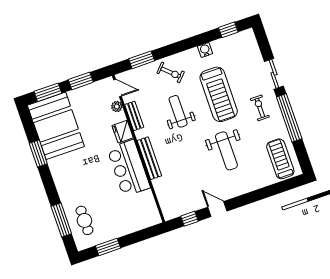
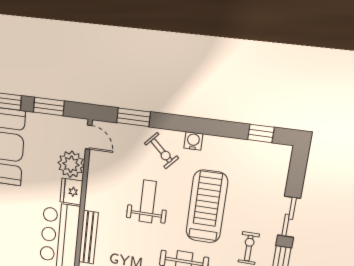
water cooler: (205, 50) -> (193, 141), moved
treadmill: (219, 94) -> (207, 207), turned 180
plant: (117, 107) -> (71, 164), width x1.88, depth x1.88
bench: (134, 116) -> (93, 180), removed

